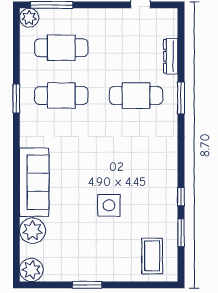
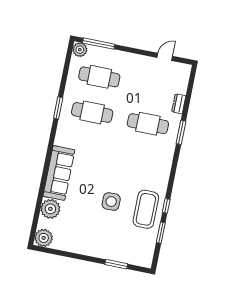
dresser: (171, 56) -> (179, 104), width x0.70
coffee table: (152, 256) -> (146, 209), moved, width x1.36, depth x1.32
window: (87, 285) -> (116, 264), moved

